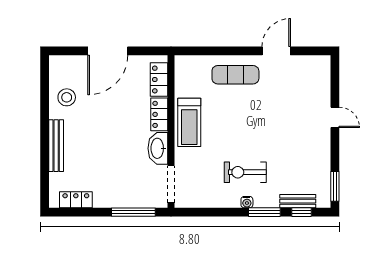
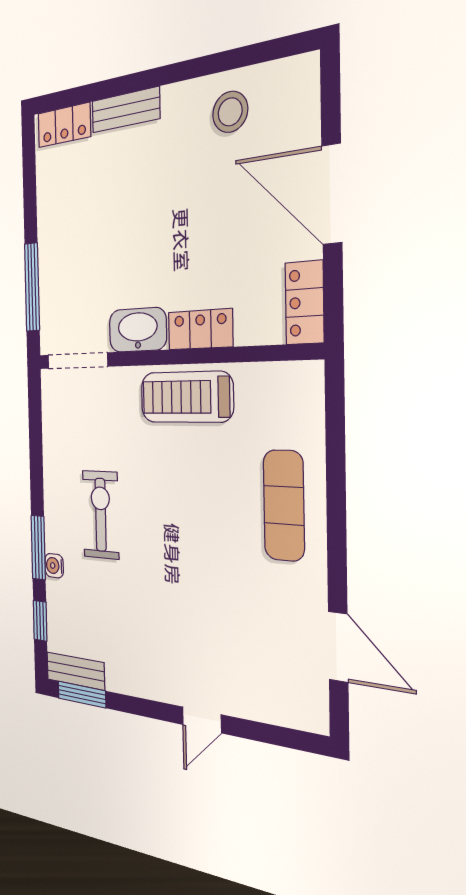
door: (276, 51) -> (338, 647), moved
locker: (159, 80) -> (304, 303), moved, turned -90
bench: (56, 146) -> (126, 110), width x0.73
locker: (76, 200) -> (64, 125), moved, turned 90
bench: (298, 201) -> (75, 671), moved, turned 90
water cooler: (247, 202) -> (54, 566), moved

